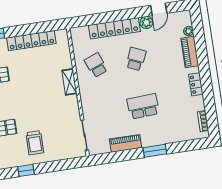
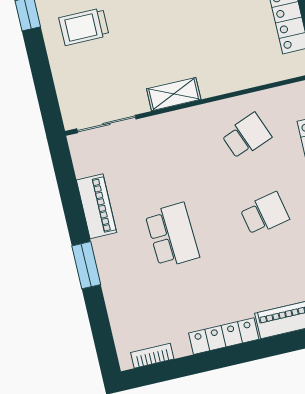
school desk: (136, 59) -> (265, 214), turned -36
shelving: (69, 82) -> (174, 94), moved
locker: (196, 84) -> (224, 336), width x1.53

